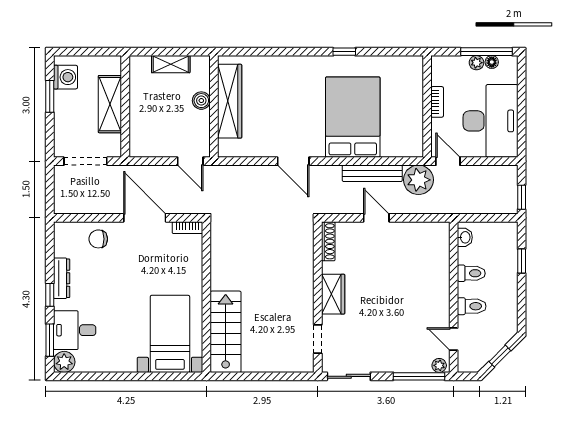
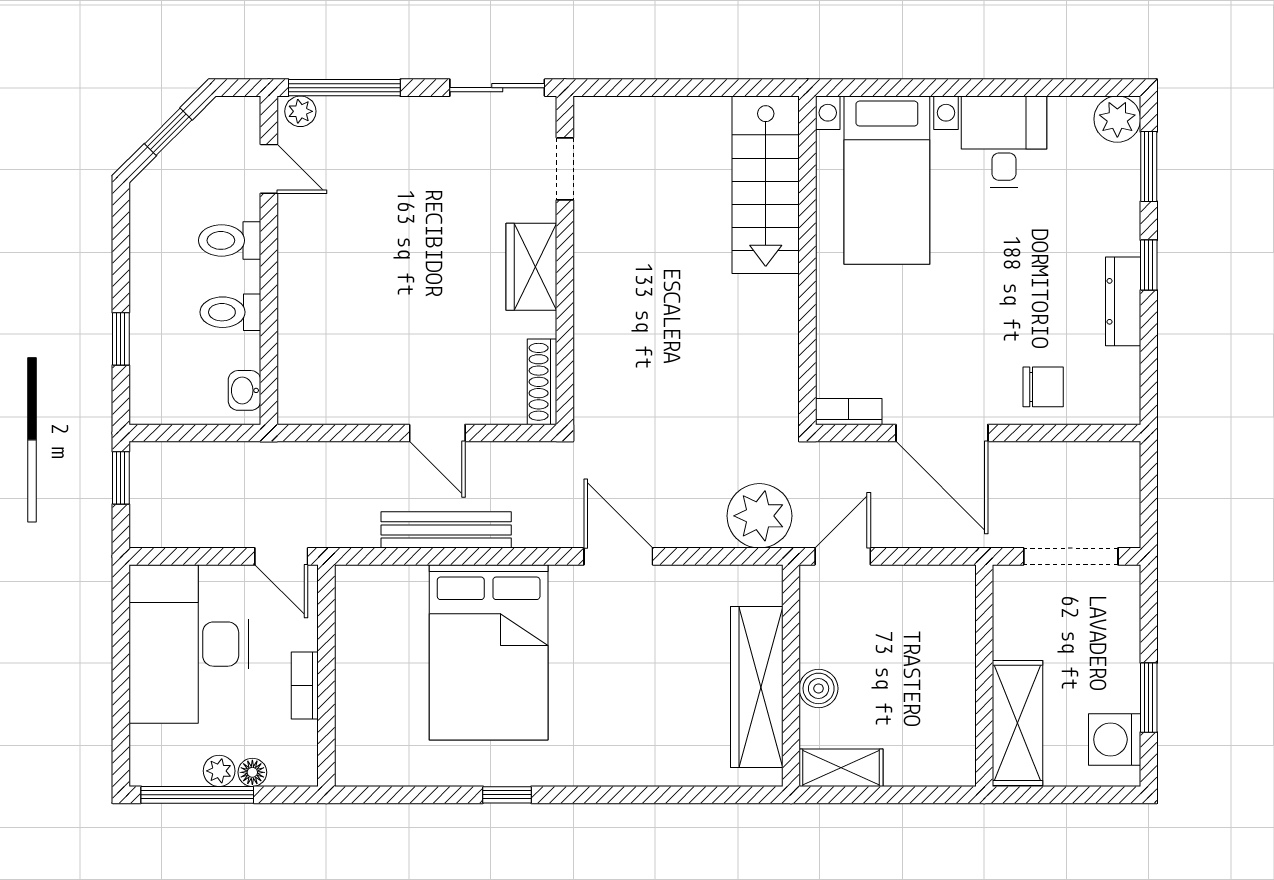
floor lamp: (492, 62) -> (252, 772), moved
shelving: (171, 64) -> (841, 768), moved
shelving: (110, 104) -> (1018, 723), moved
door: (190, 161) -> (843, 556), hinge flipped
plant: (418, 180) -> (759, 516), moved
desk: (75, 330) -> (1004, 142), moved, turned -90

